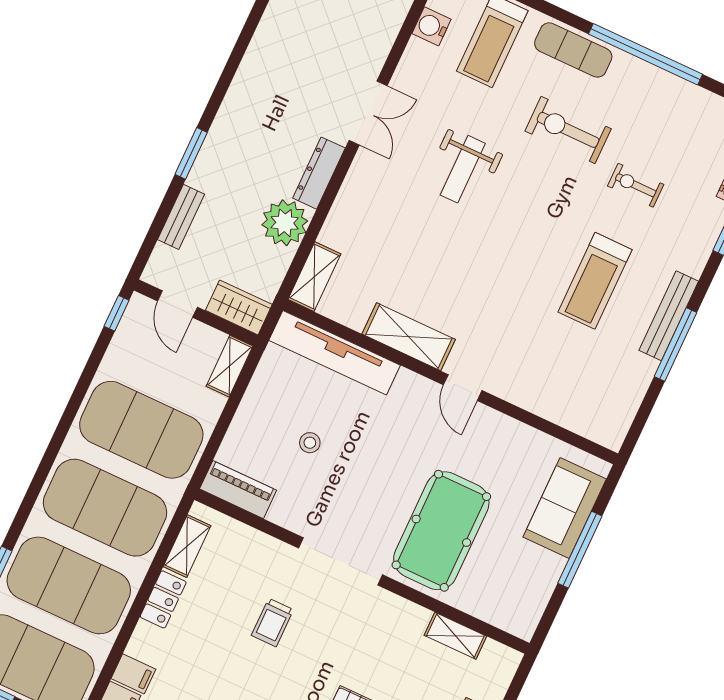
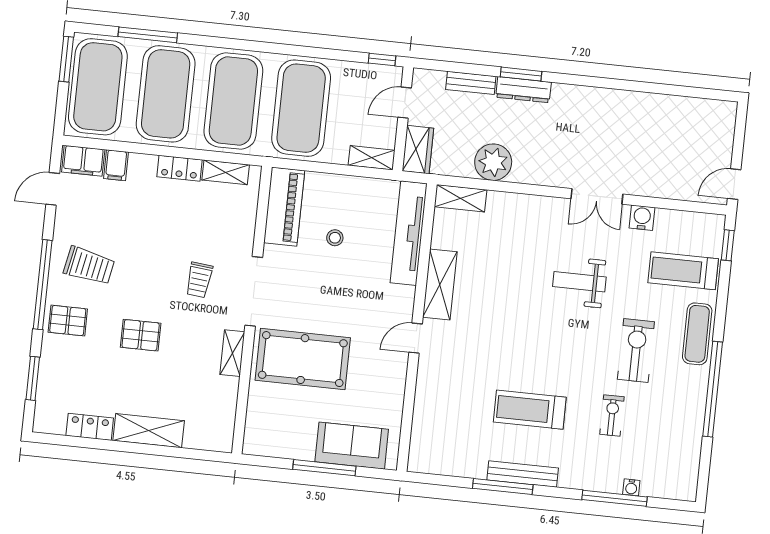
water cooler: (431, 26) -> (642, 218), moved
dresser: (319, 173) -> (523, 90), moved, turned 180
piano: (238, 490) -> (284, 207), width x1.37, depth x1.33
trolley: (272, 622) -> (199, 280), moved, turned -84
shelving: (455, 636) -> (232, 353), moved

